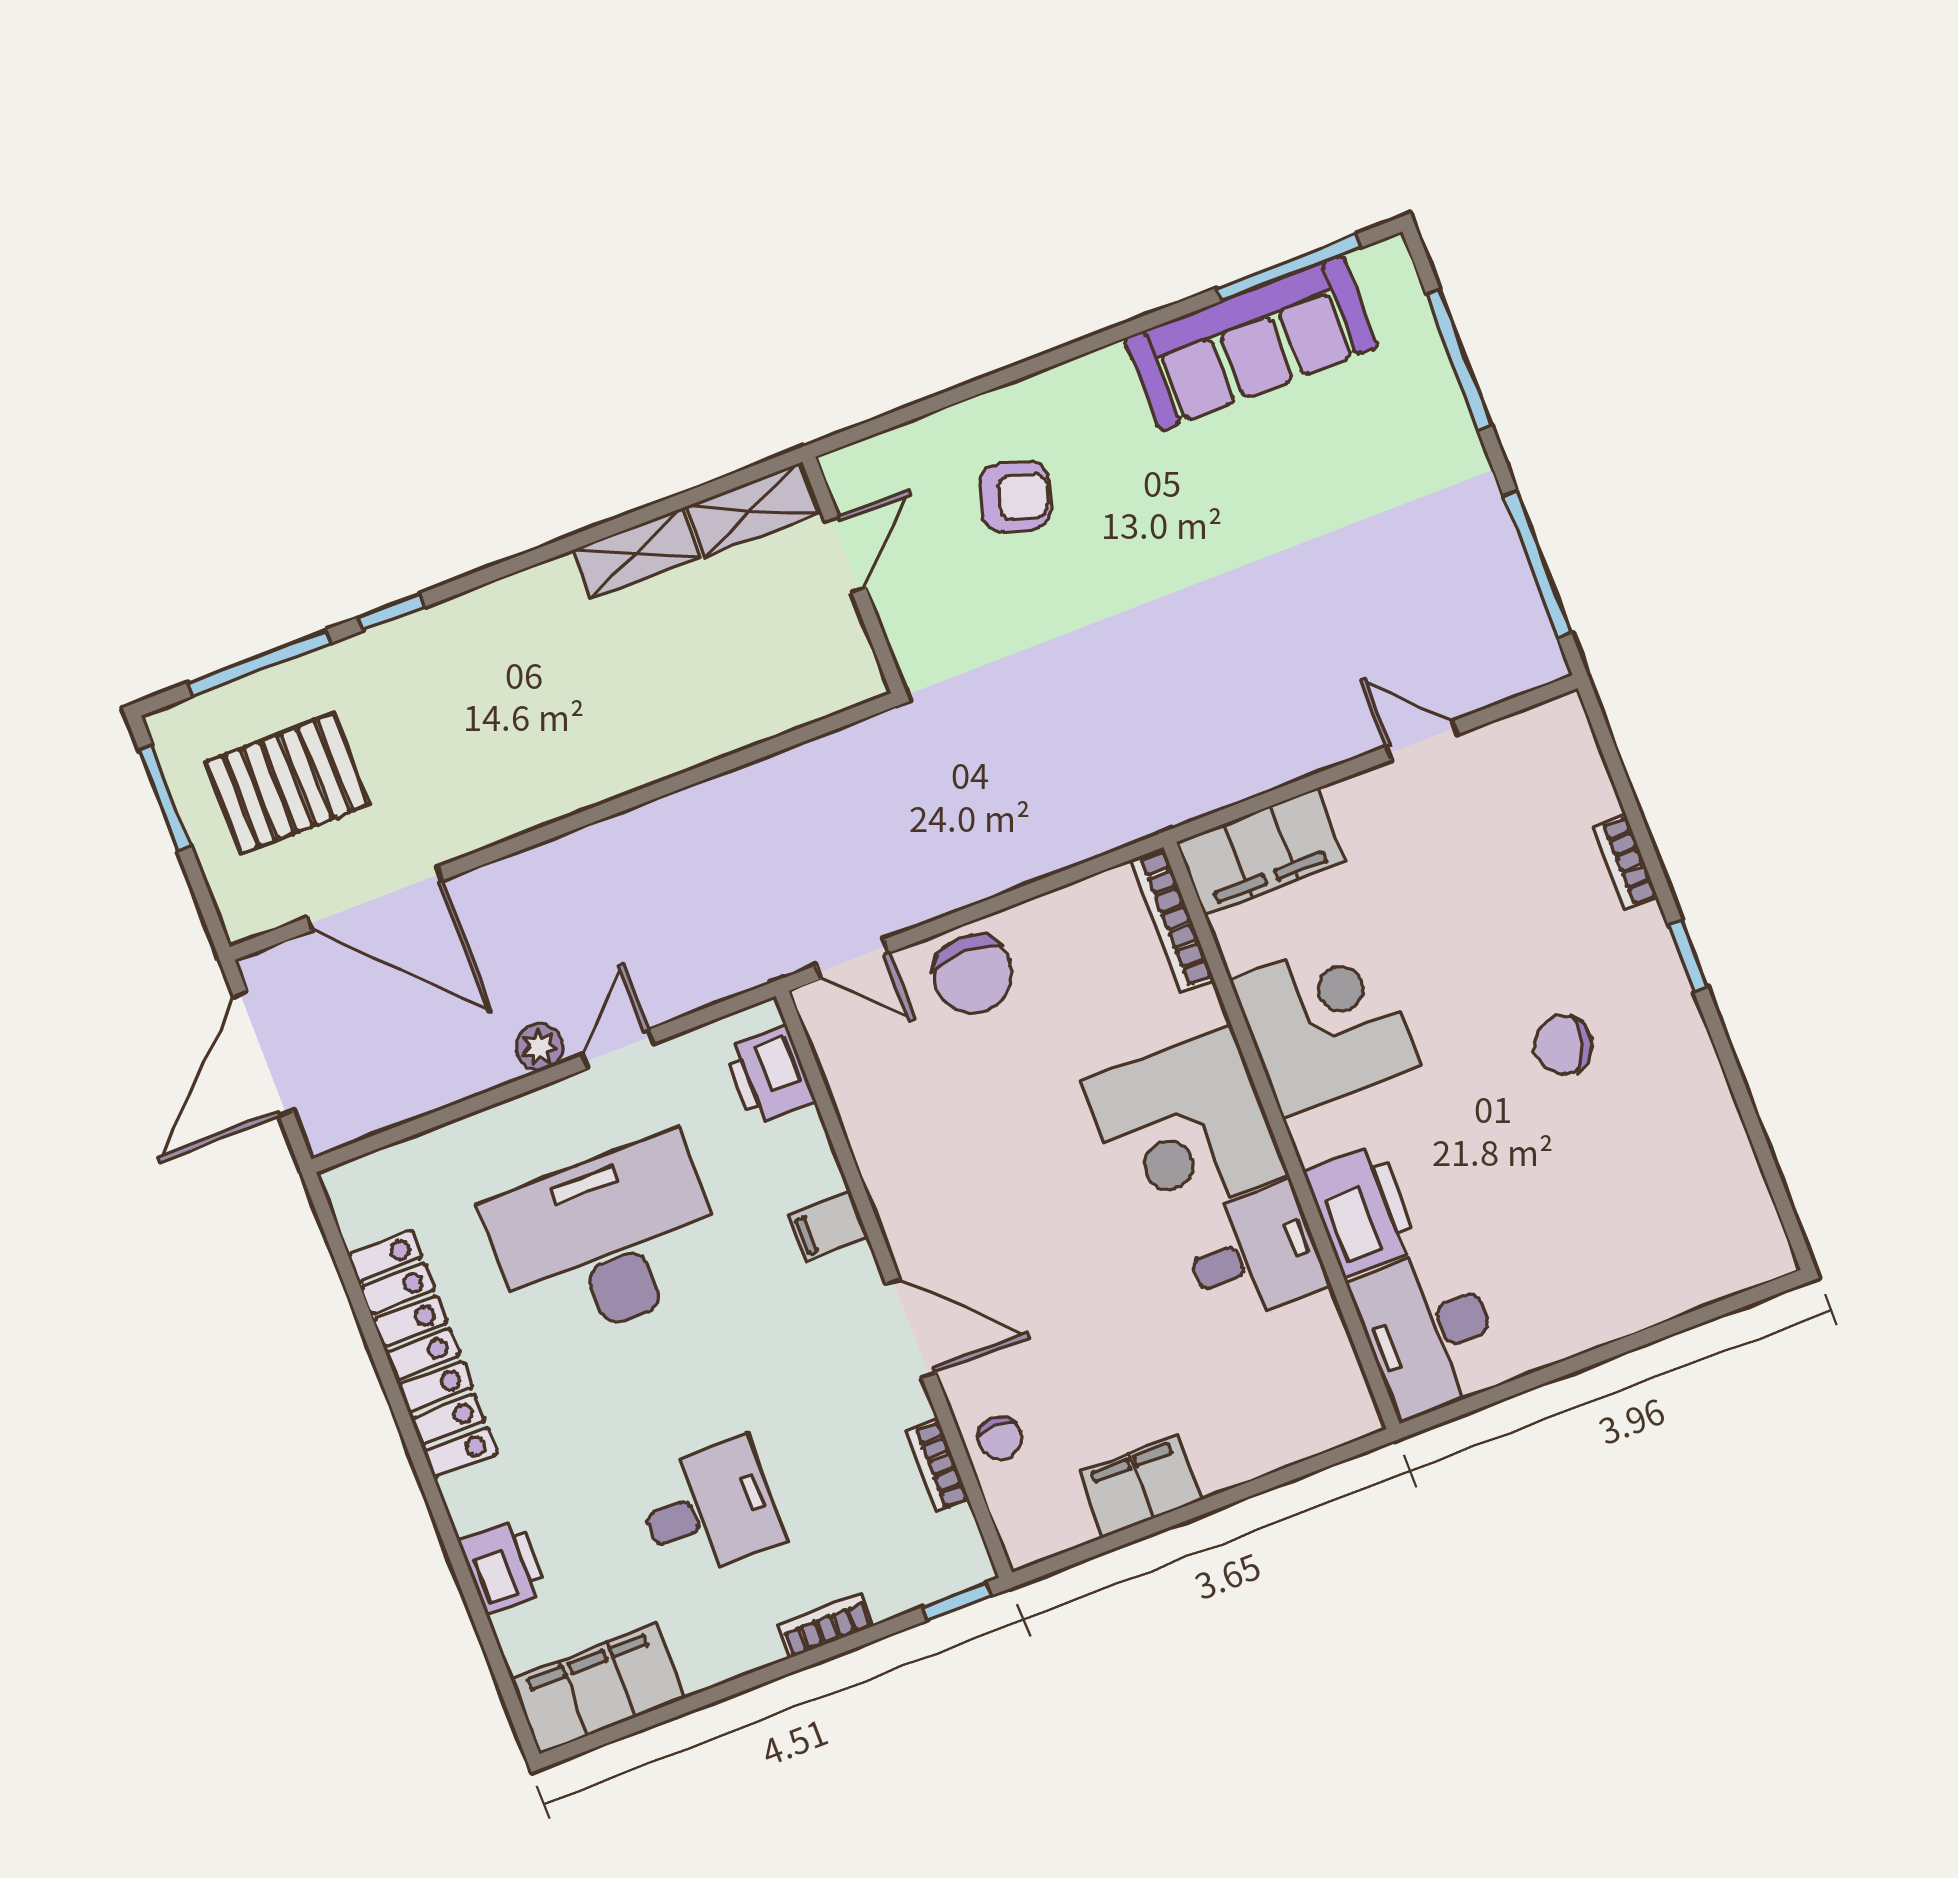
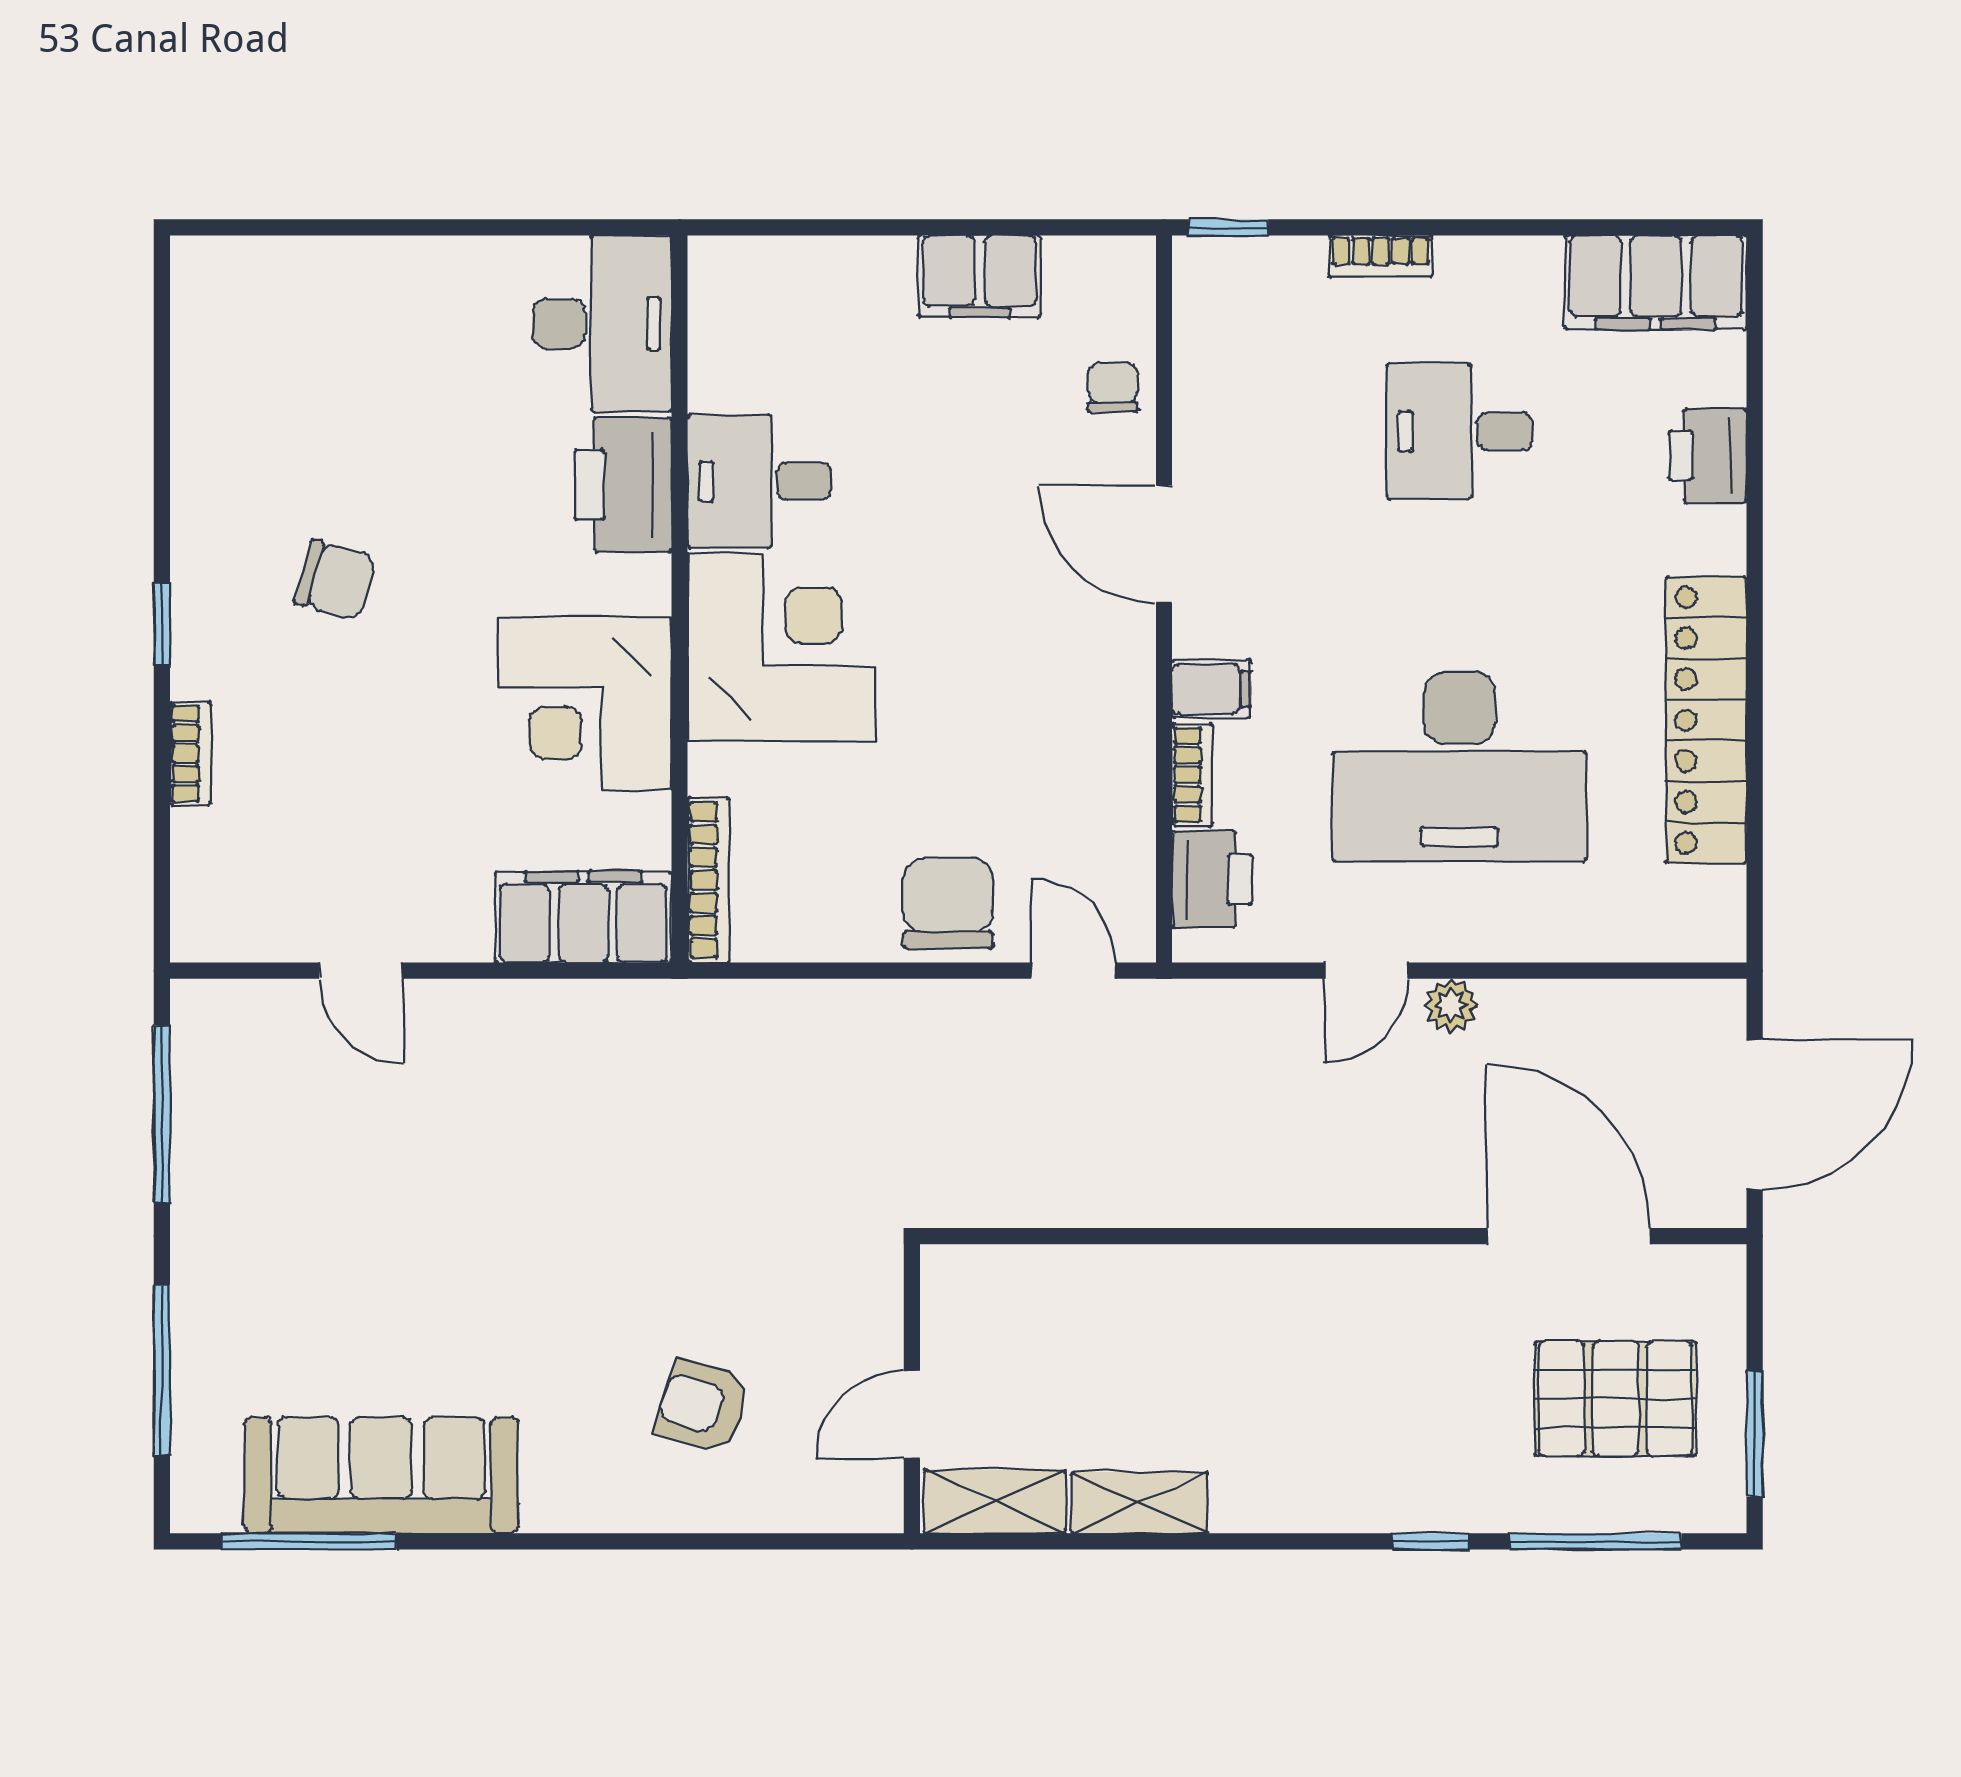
bookcase: (937, 1466) -> (1192, 775), moved

